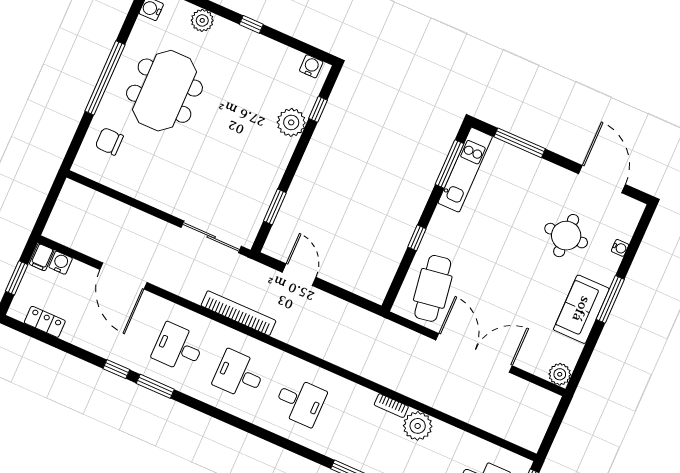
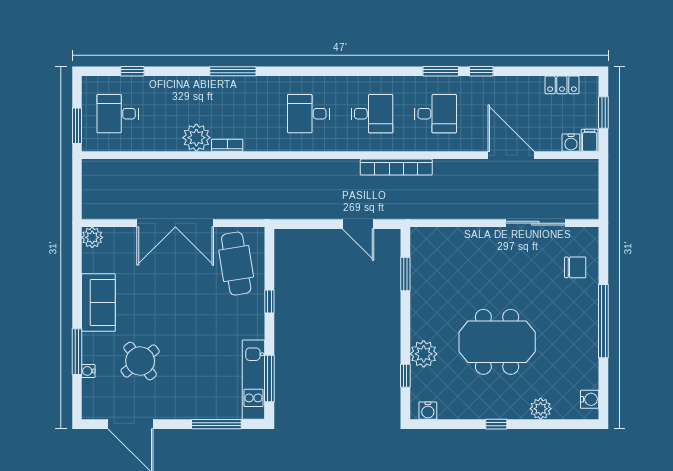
meeting table: (164, 91) -> (497, 342), moved, turned 90
round table: (566, 236) -> (140, 361), turned -38
sliding door: (211, 237) -> (535, 223), moved
window: (610, 299) -> (77, 352), moved

